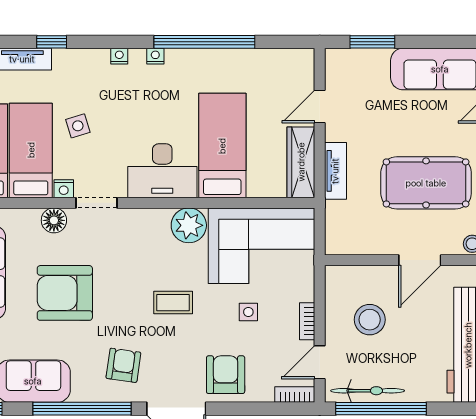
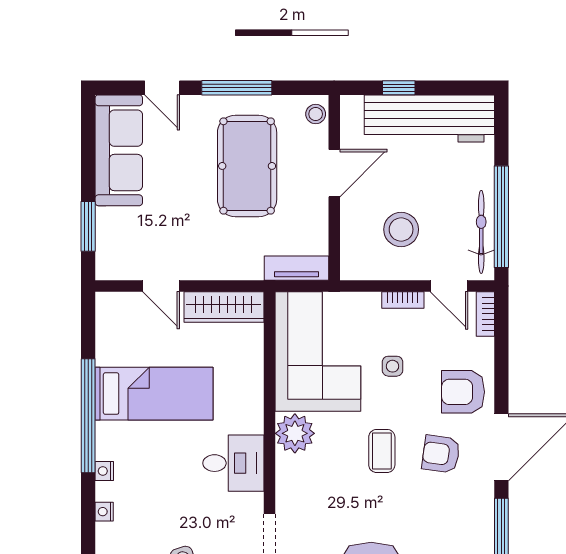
bed: (222, 146) -> (154, 394), moved, turned 180
desk: (162, 171) -> (233, 463), width x0.73
tv unit: (335, 171) -> (297, 268), moved
door: (420, 260) -> (334, 173), hinge flipped
armchair: (123, 365) -> (441, 454), moved

